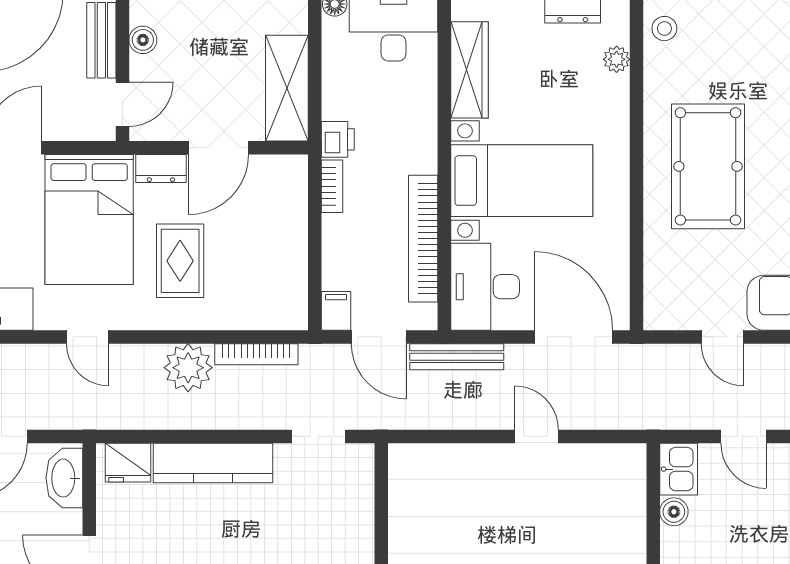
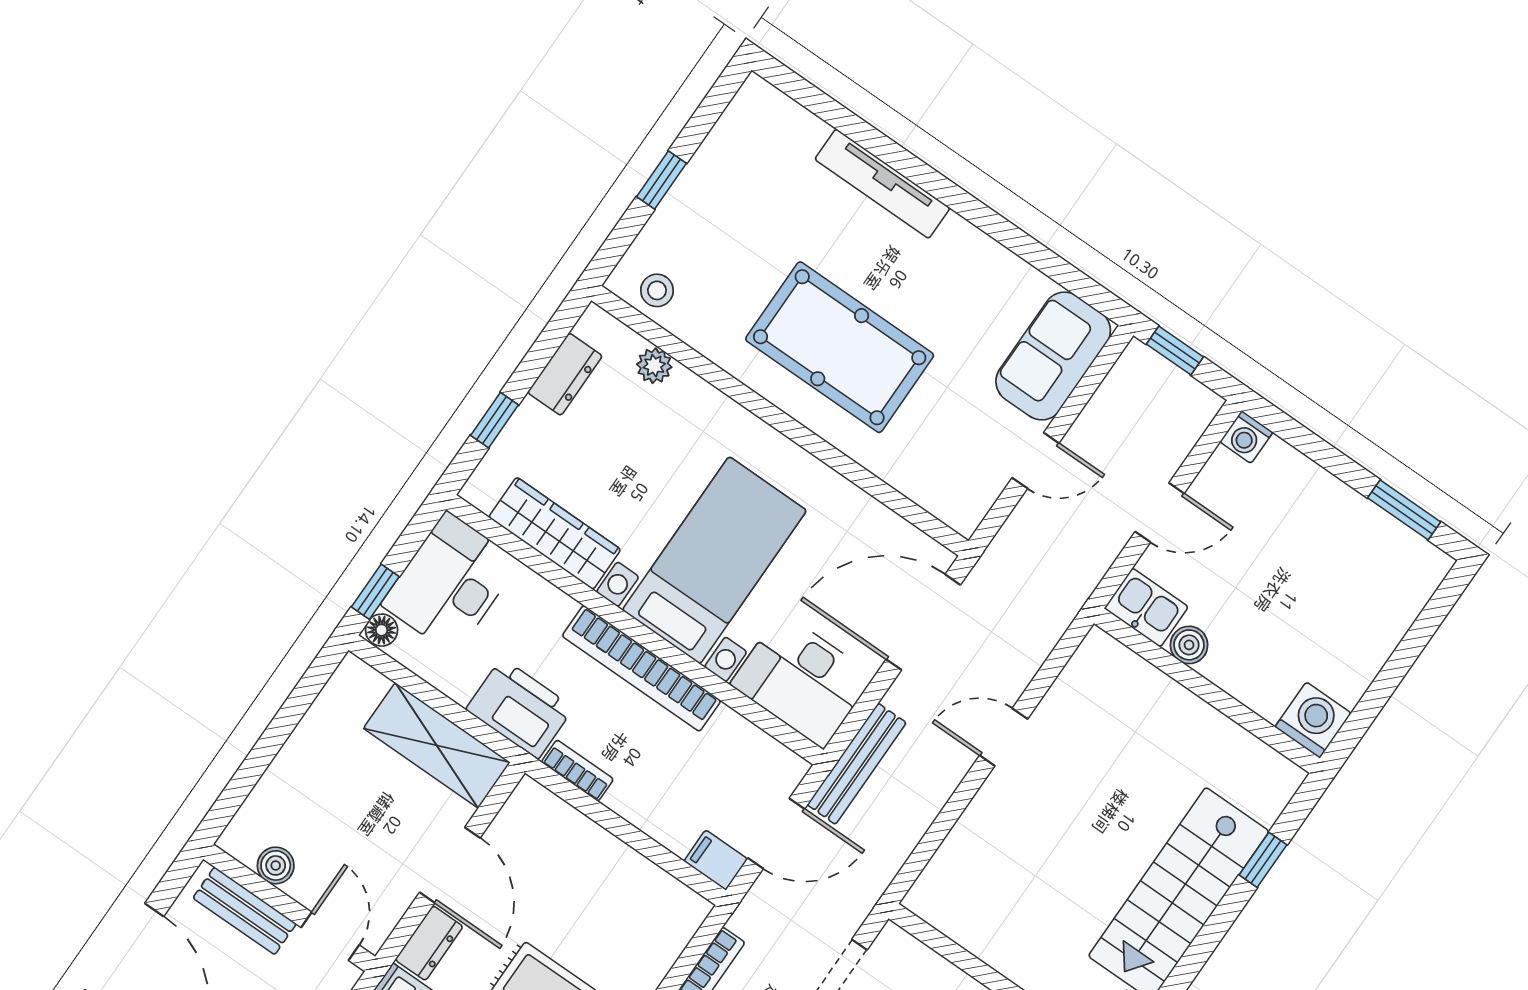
printer: (338, 139) -> (520, 709), width x1.87, depth x1.48
bookcase: (423, 239) -> (642, 668), moved

